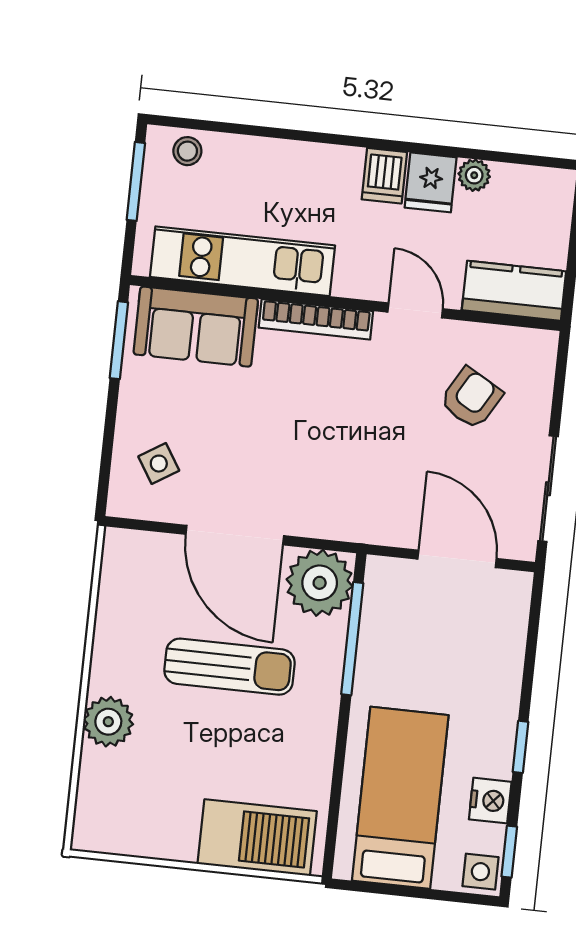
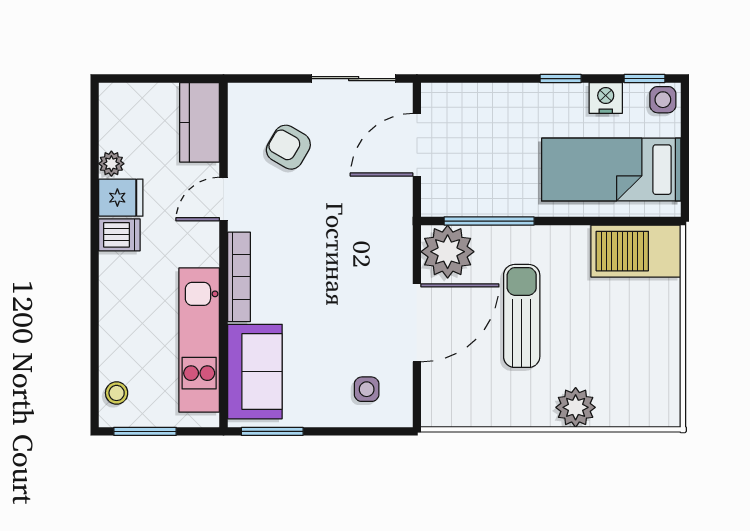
side table: (159, 464) -> (367, 389), turned 32
barbecue: (257, 838) -> (636, 251), moved, turned -90

